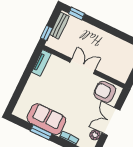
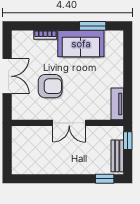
armchair: (105, 92) -> (50, 86), moved
window: (41, 132) -> (93, 26), moved
plant: (95, 135) -> (18, 52), removed

